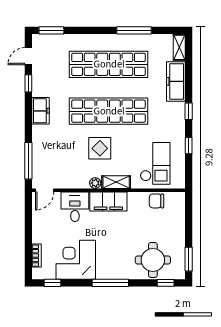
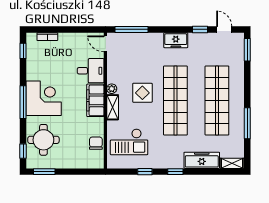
corner desk: (76, 260) -> (44, 98), moved

